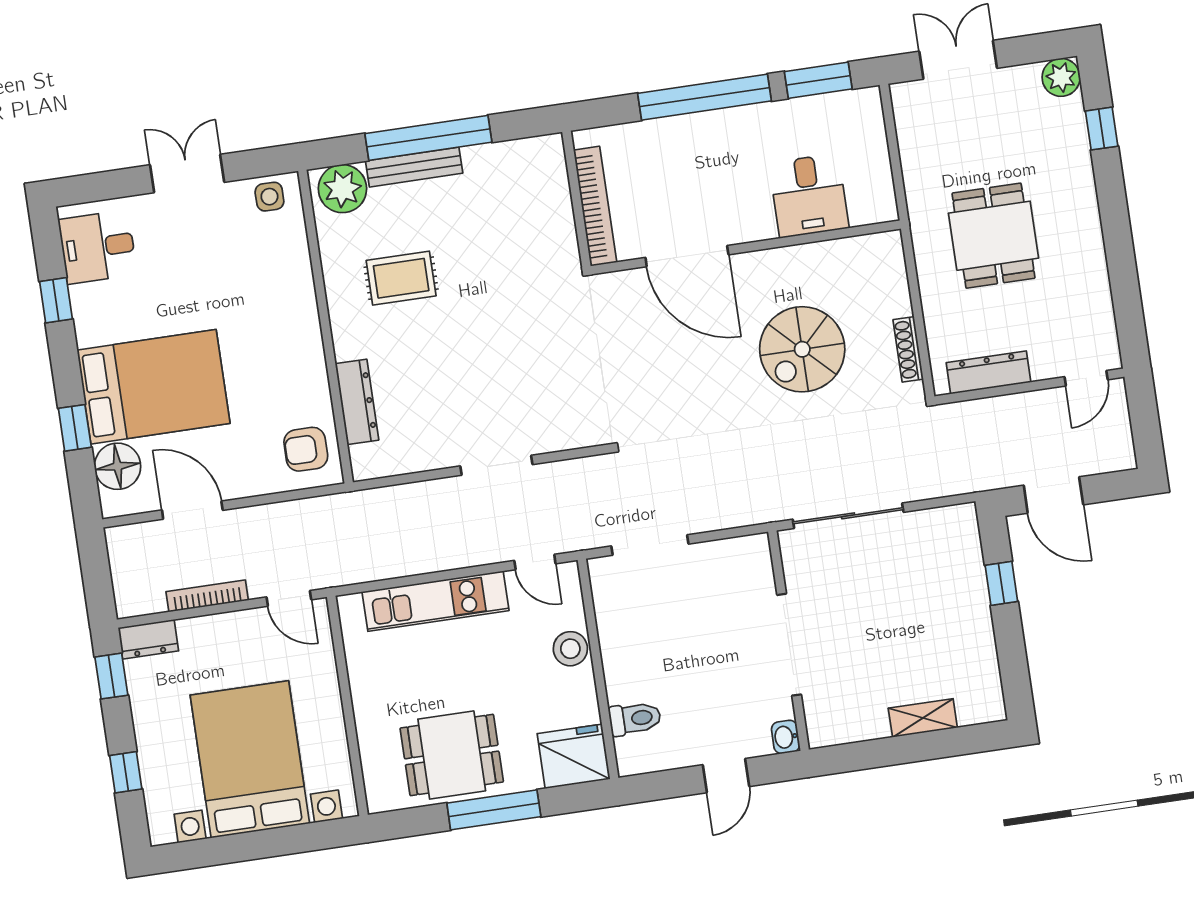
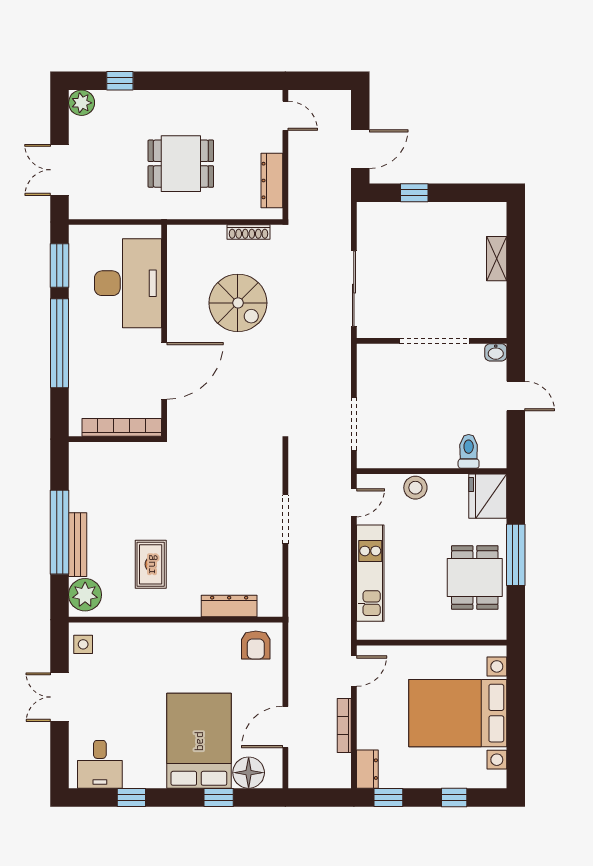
desk: (809, 196) -> (128, 283), width x1.87, depth x1.30

